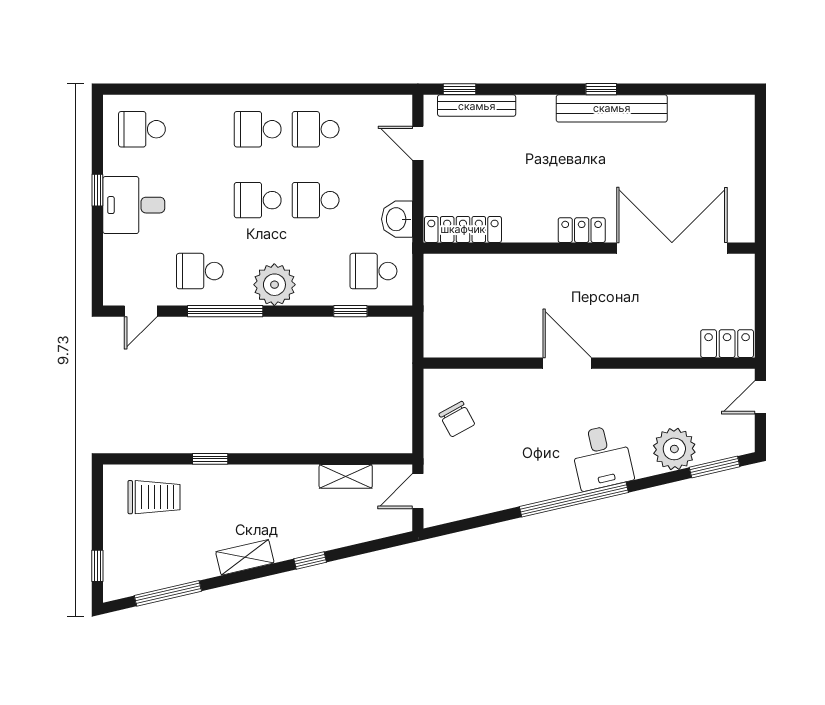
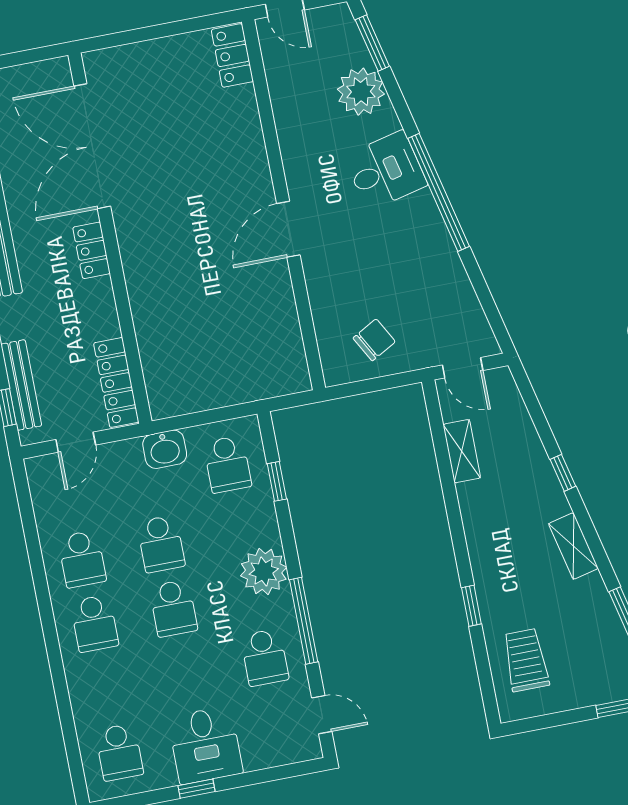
locker: (463, 229) -> (116, 382), moved
locker: (582, 230) -> (92, 250), moved
wall: (589, 248) -> (110, 238), moved
double door: (672, 248) -> (92, 146), moved

